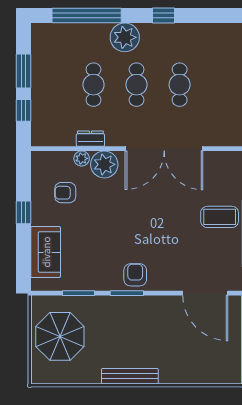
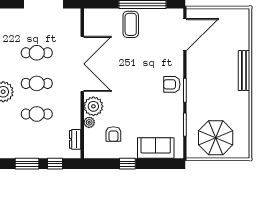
dresser: (90, 139) -> (75, 139), moved
bench: (130, 376) -> (244, 71), moved

